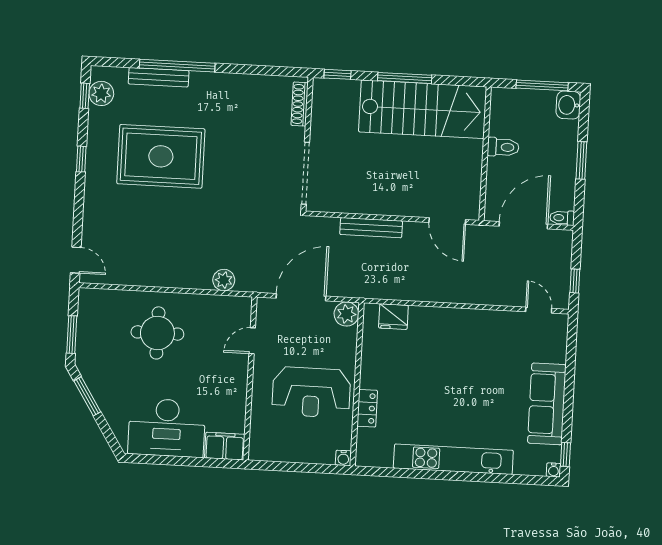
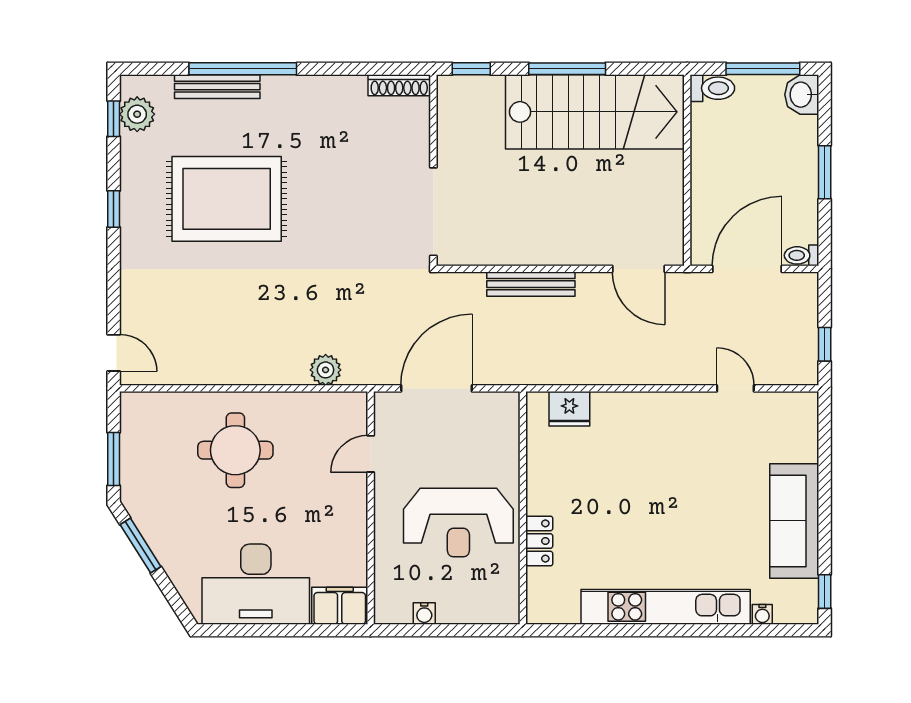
shoe rack: (300, 104) -> (399, 85), moved, turned -90
toilet: (503, 147) -> (712, 88), moved
door: (539, 310) -> (735, 388), moved
plant: (346, 314) -> (502, 409), removed
water cooler: (343, 458) -> (424, 613), moved
water cooler: (553, 470) -> (762, 614), moved

